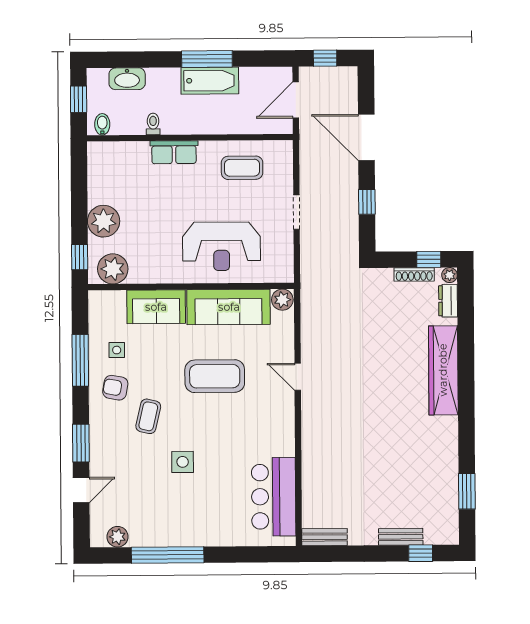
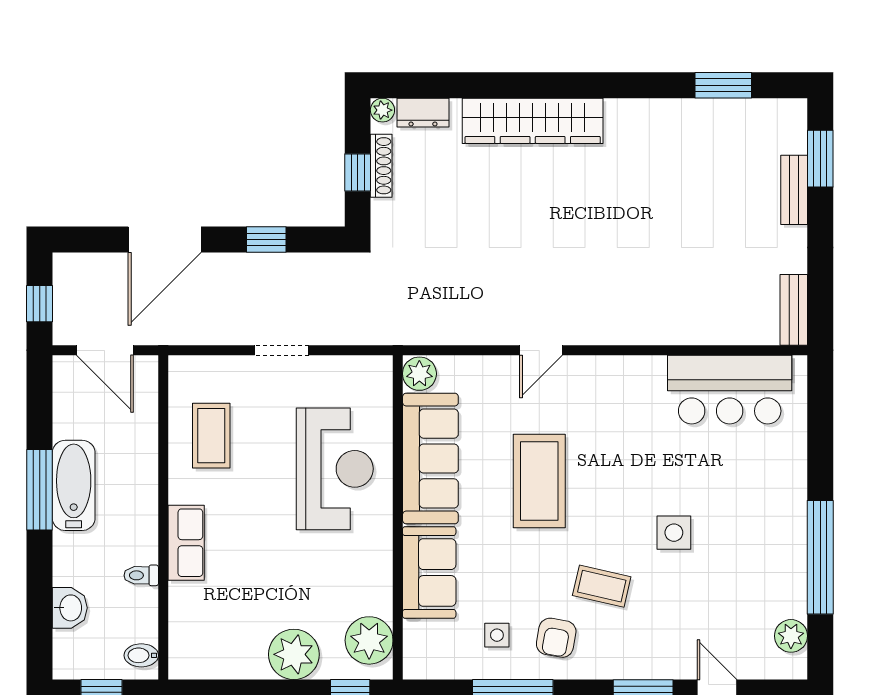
washbasin: (127, 79) -> (70, 608), width x0.72
window: (429, 259) -> (358, 173), moved
window: (421, 553) -> (820, 159), width x1.50

